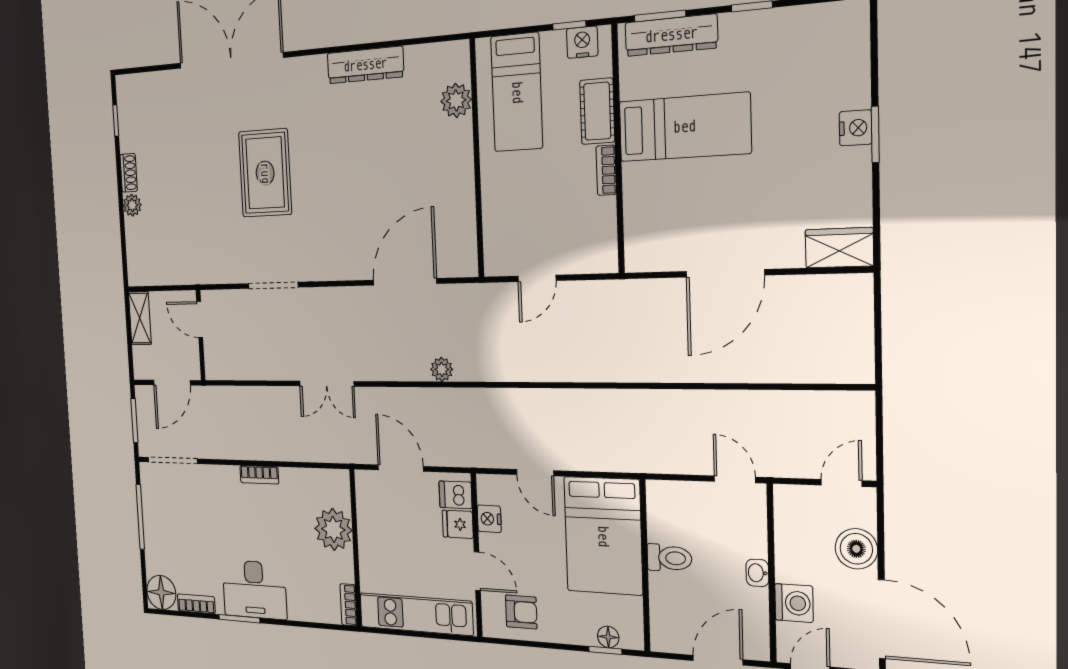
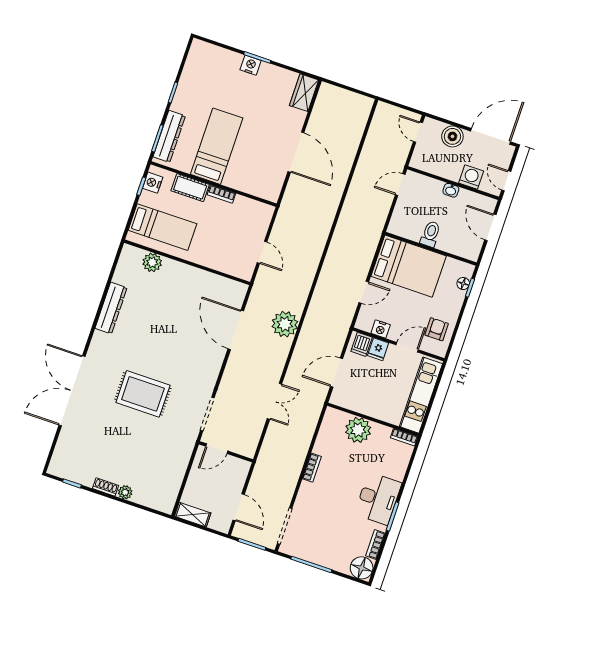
door: (200, 320) -> (217, 449), moved
wall: (201, 335) -> (226, 452), moved
plant: (442, 369) -> (285, 324), width x1.87, depth x1.87

